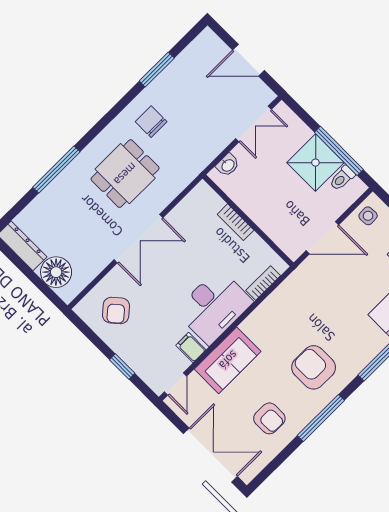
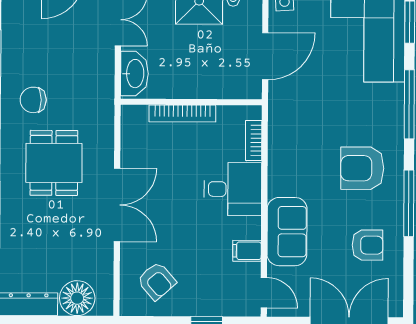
washbasin: (228, 165) -> (134, 74), width x1.91, depth x1.45
bookcase: (236, 222) -> (182, 114), width x1.56
desk: (214, 306) -> (233, 189), width x0.73

